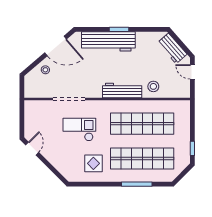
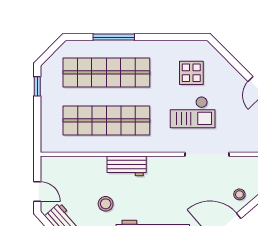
stool: (153, 86) -> (106, 204), moved
workbench: (122, 91) -> (127, 166), width x0.73
display table: (93, 163) -> (191, 73), moved

